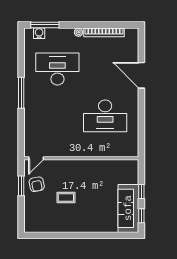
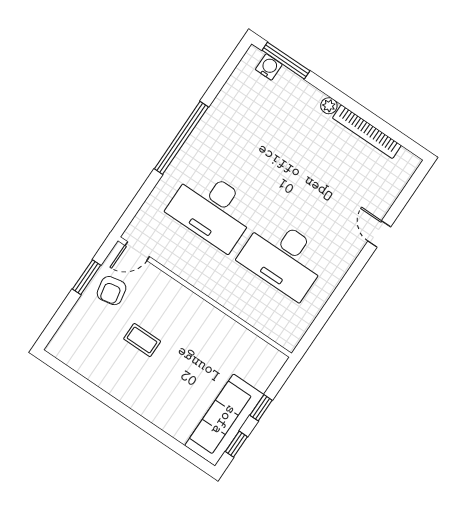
desk: (57, 69) -> (212, 209), moved, turned 180
door: (141, 75) -> (379, 234), width x0.53
window: (21, 93) -> (181, 138), width x1.46

